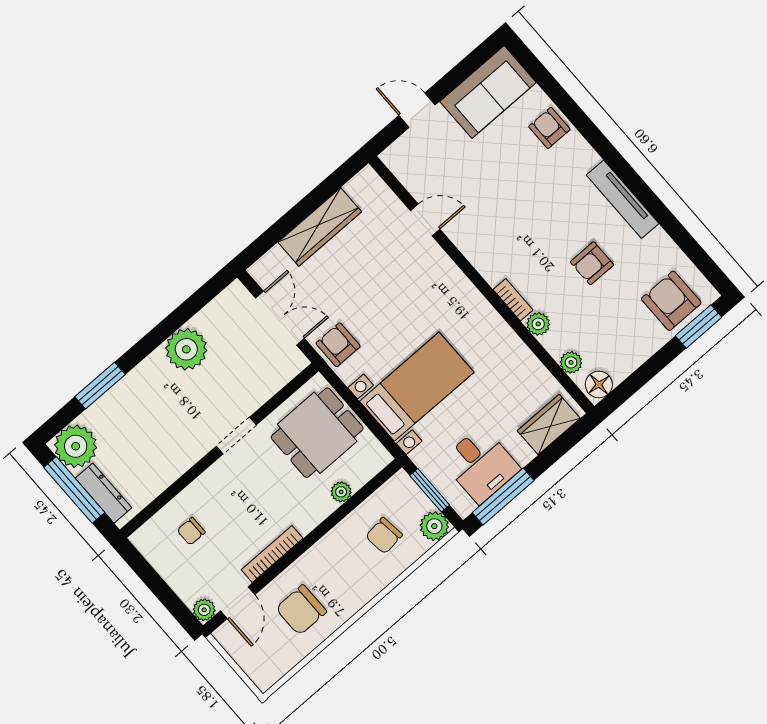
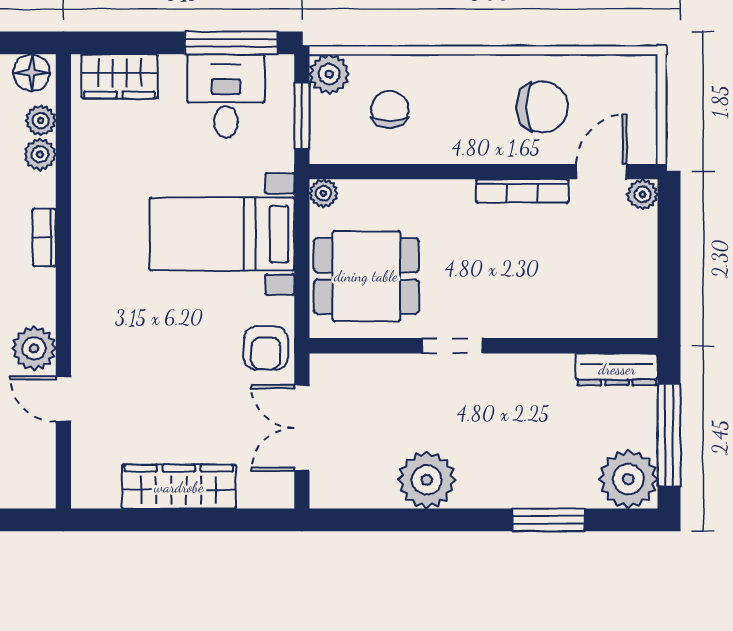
plant: (466, 234) -> (34, 348), added
plant: (538, 324) -> (40, 154), moved
plant: (341, 492) -> (324, 193), moved
dresser: (103, 493) -> (617, 369), moved, turned -90
chair: (191, 531) -> (585, 287), removed
chair: (384, 536) -> (390, 109), turned -83

